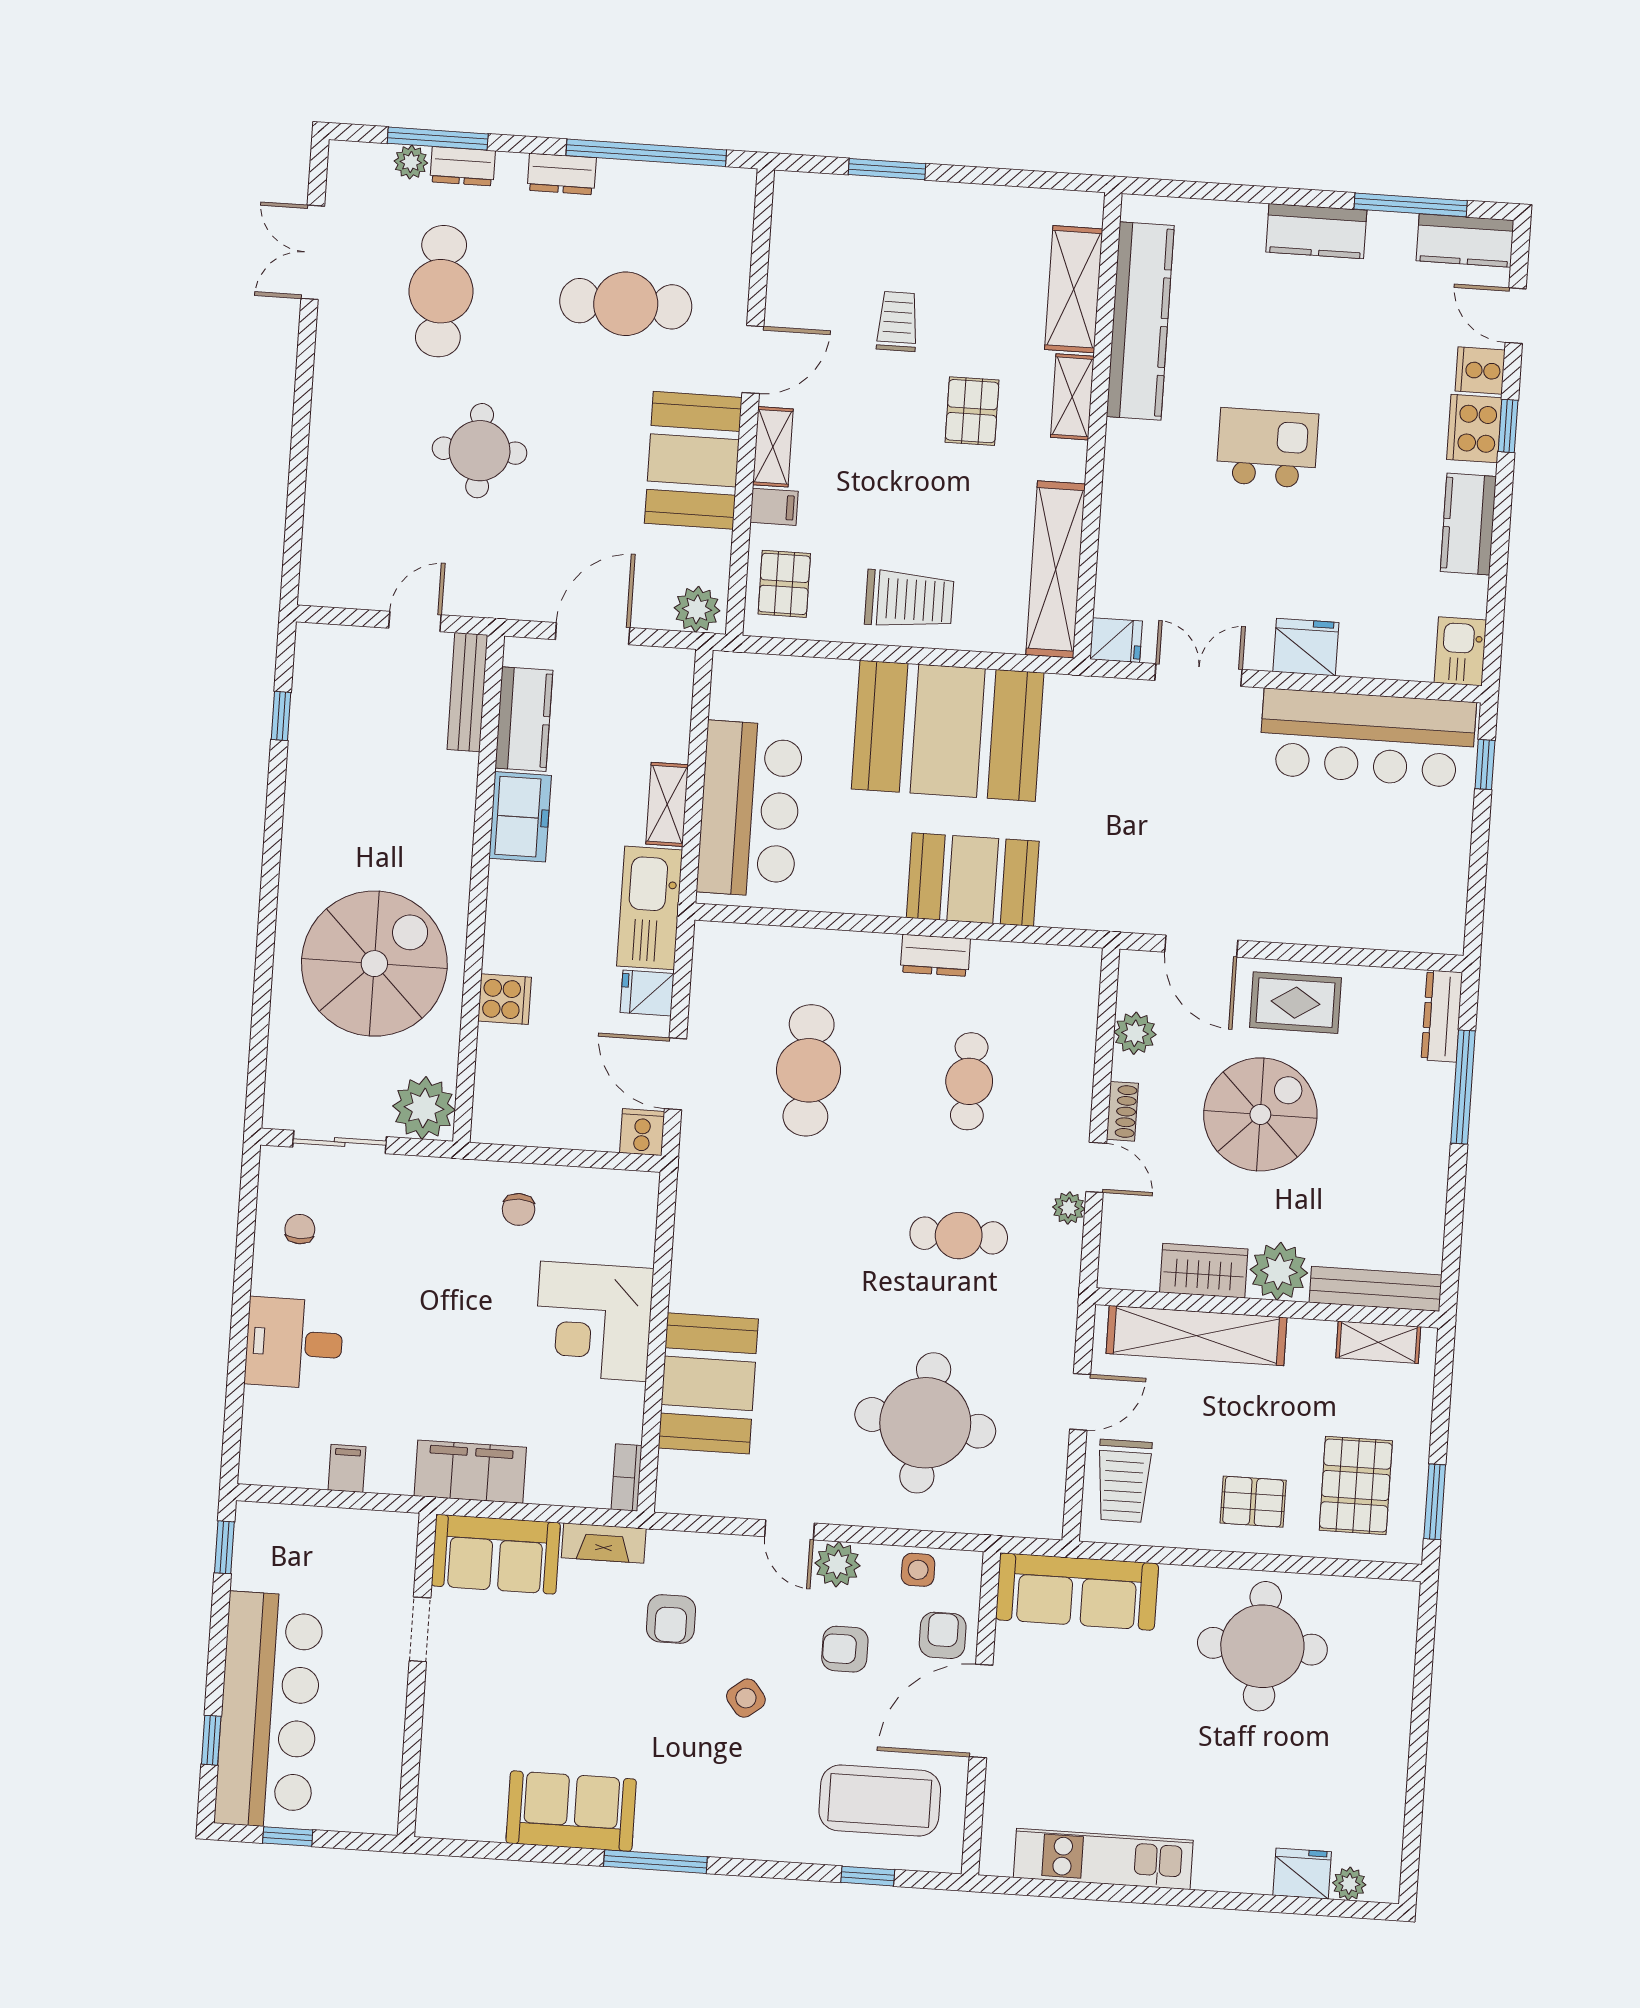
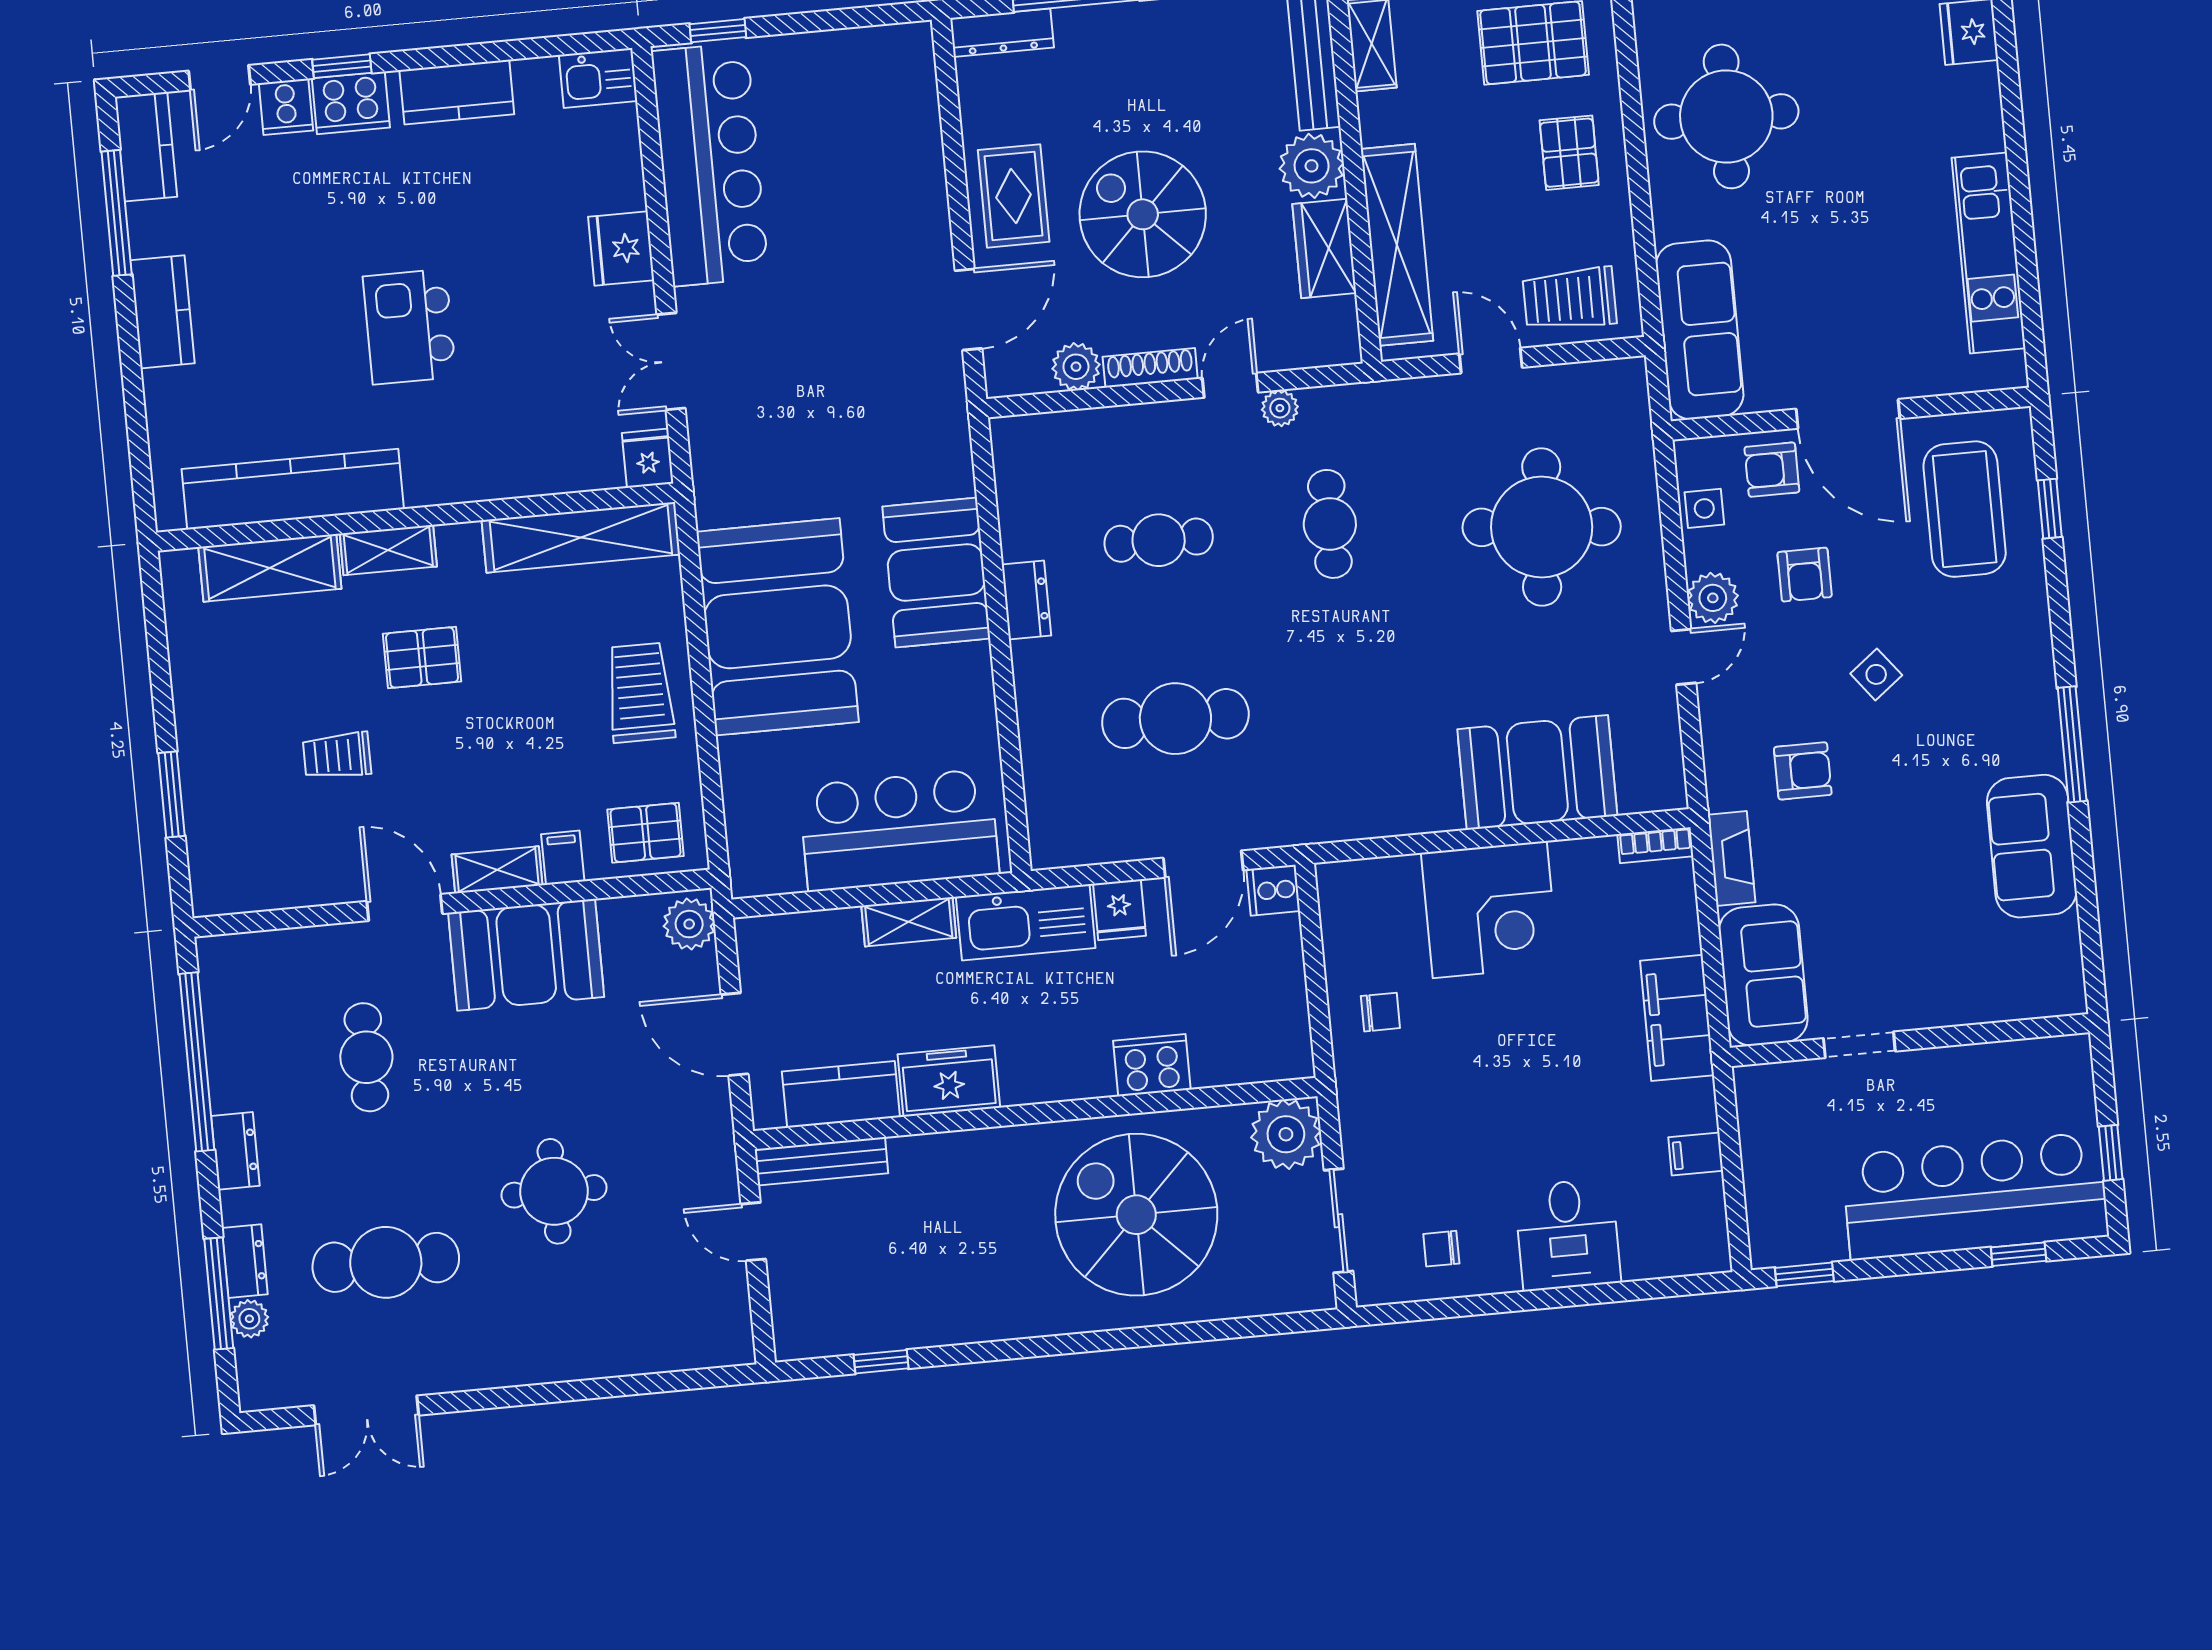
cafe table: (626, 304) -> (366, 1057), width x0.73, depth x0.74
cooker: (505, 999) -> (1152, 1065), width x1.36
shoe rack: (1122, 1111) -> (1150, 368), width x1.43
trolley: (1124, 1481) -> (1570, 299), turned 180

